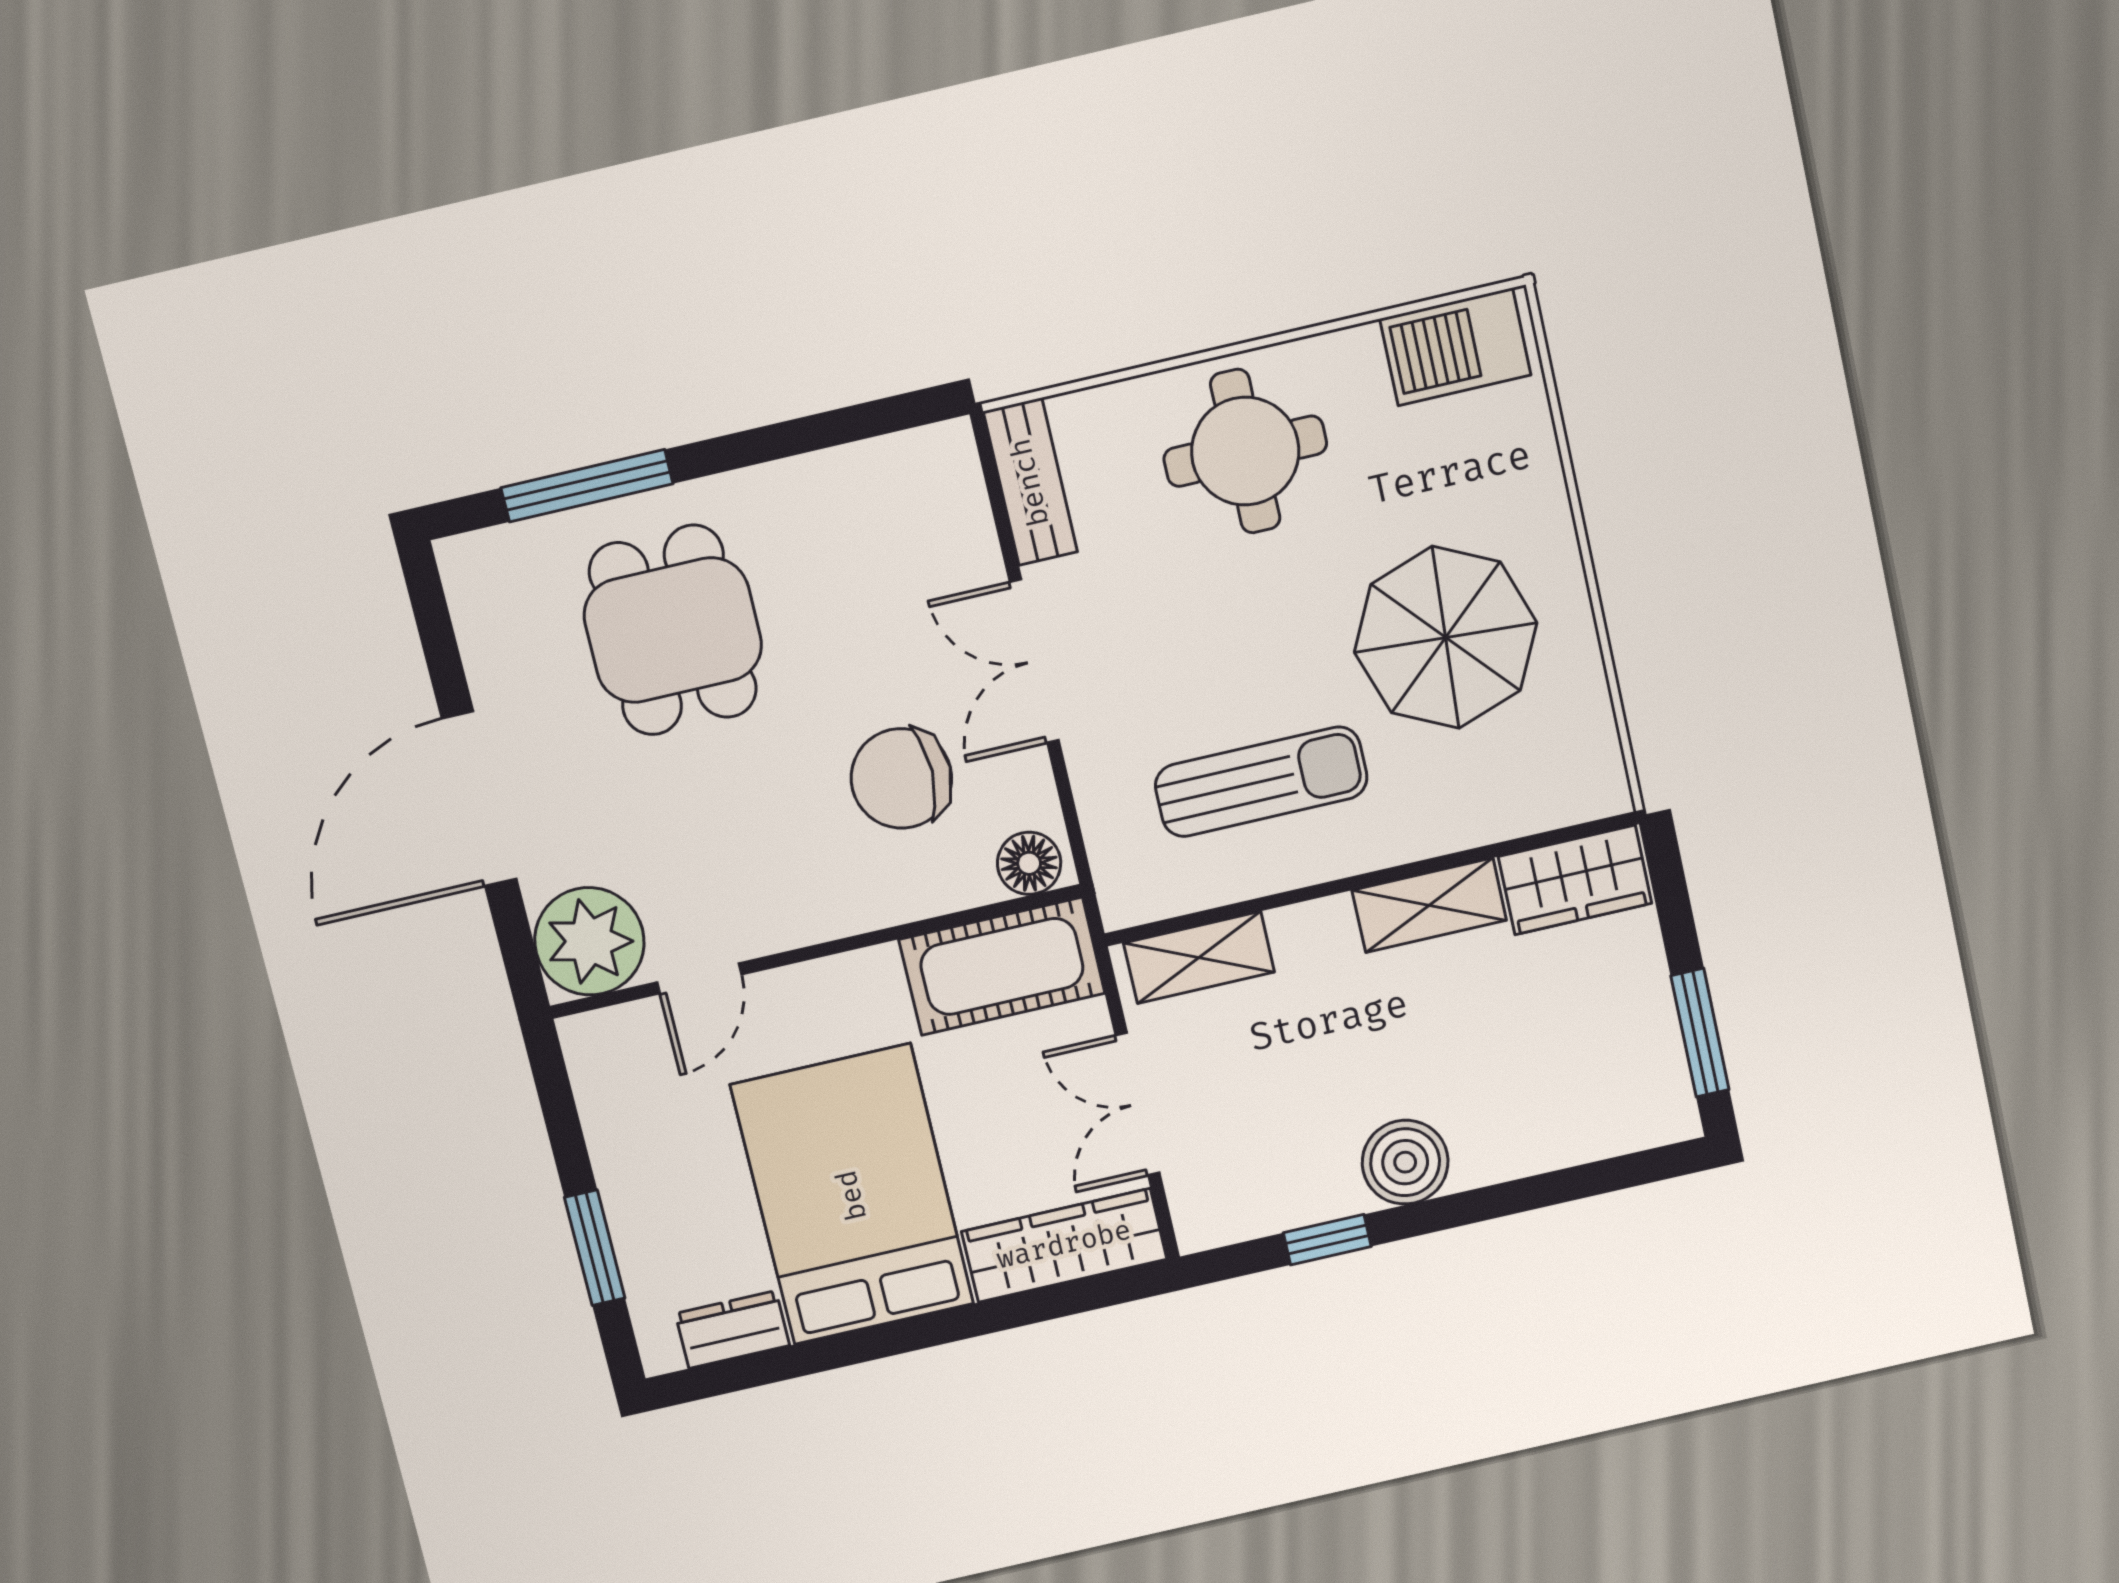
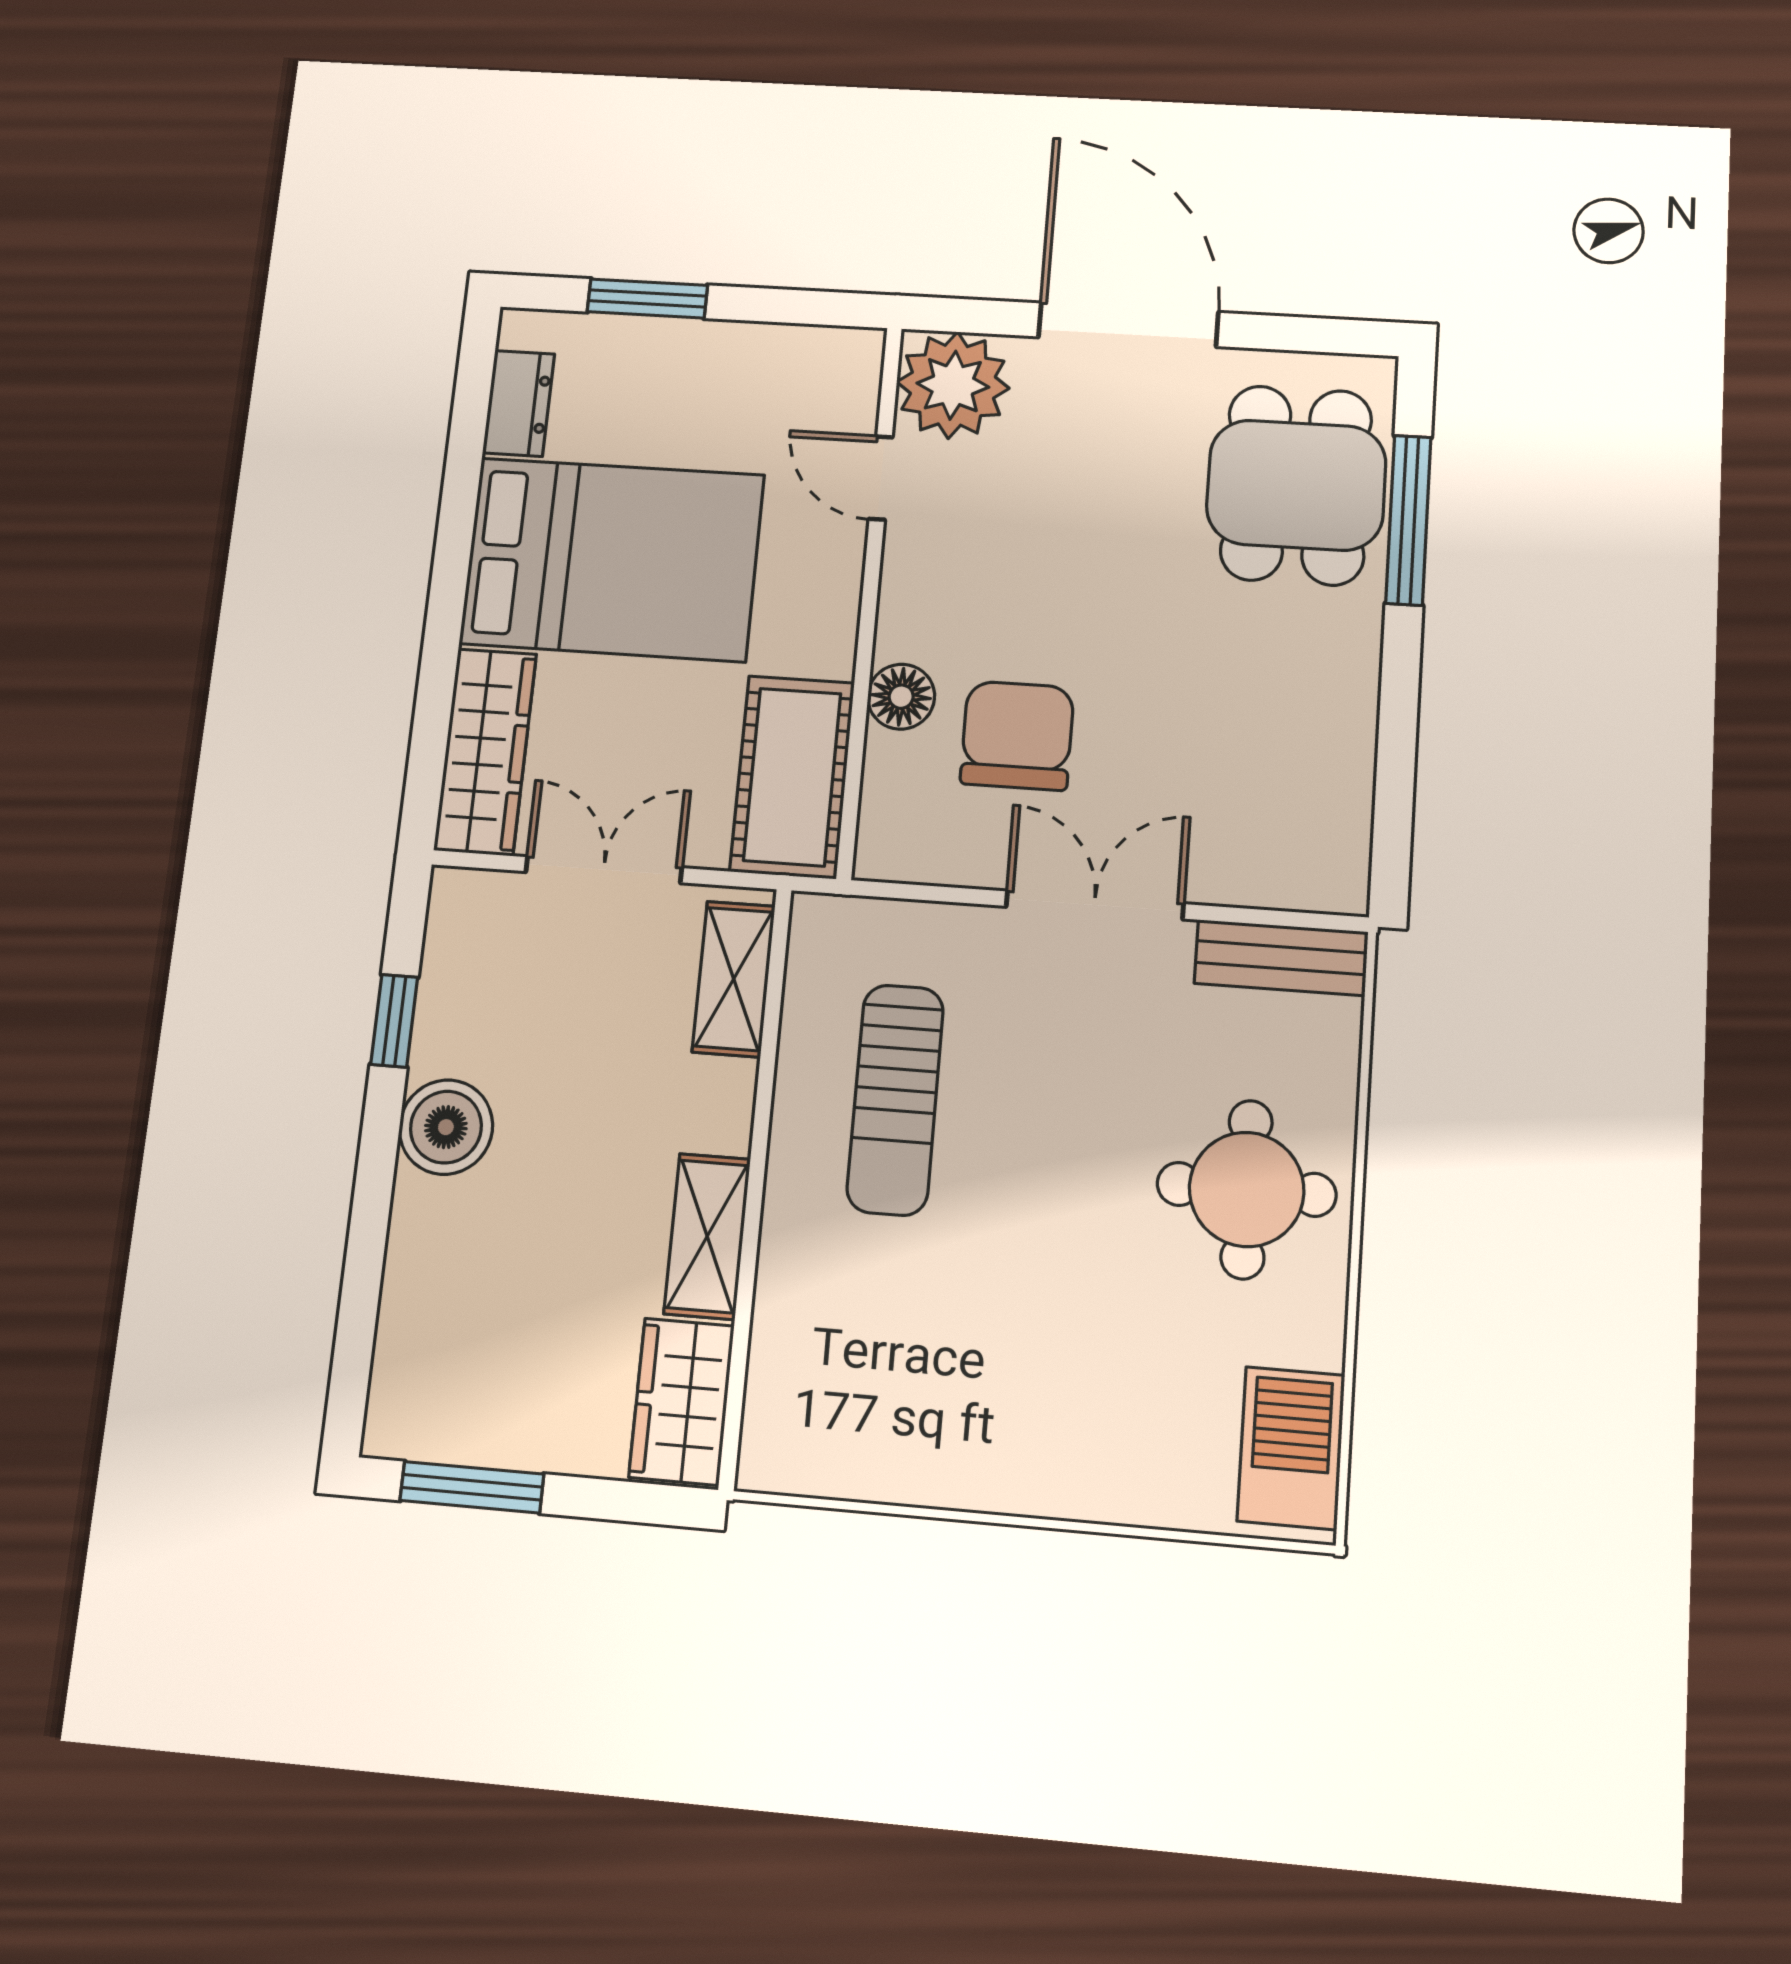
dining table: (673, 630) -> (1296, 485), moved, turned 90
parasol: (1446, 637) -> (985, 1342), removed
floor lamp: (1029, 863) -> (901, 697), moved

